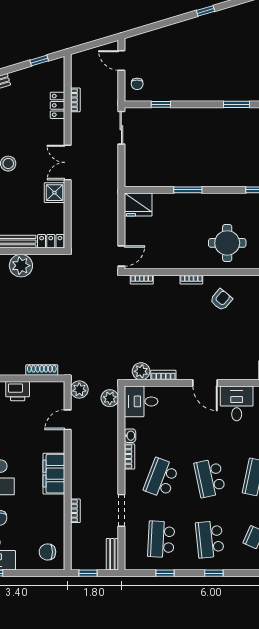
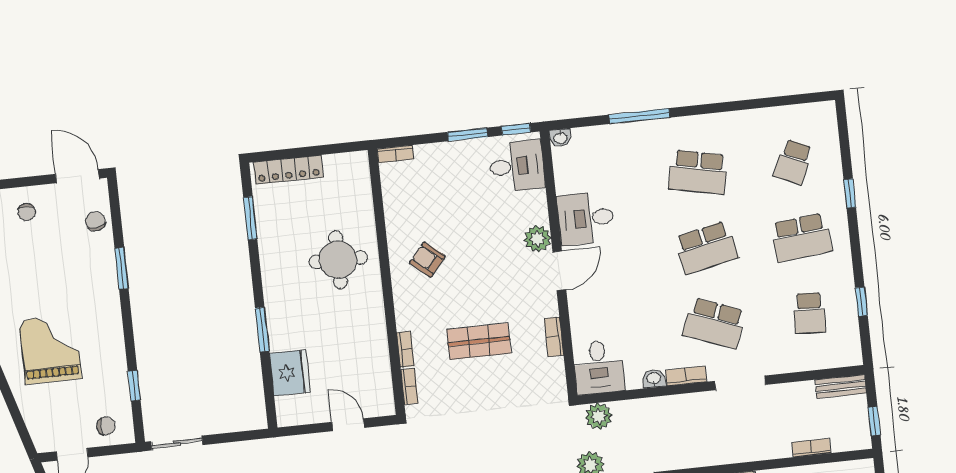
grand piano: (190, 54) -> (50, 349), added
fridge: (138, 204) -> (290, 373), moved
door: (121, 256) -> (348, 425), moved
bookcase: (191, 280) -> (405, 349), moved
shop shelf: (166, 327) -> (479, 341), added
plant: (141, 371) -> (538, 239), moved
doorway: (121, 510) -> (740, 383), moved
bookcase: (75, 511) -> (811, 448), moved
school desk: (161, 539) -> (809, 313), width x0.54
window: (214, 573) -> (850, 193), moved

